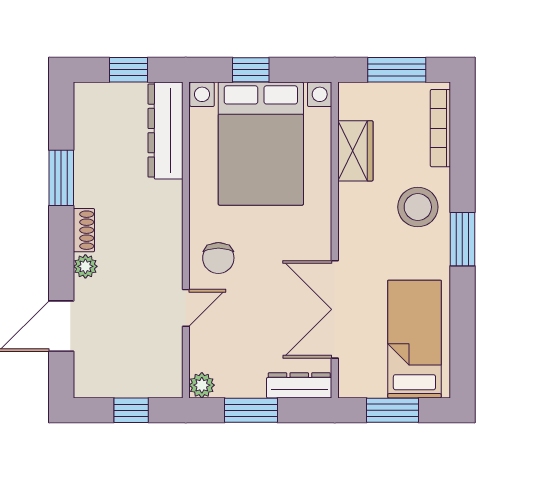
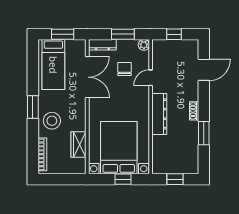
window: (397, 70) -> (61, 179), removed
dresser: (165, 131) -> (159, 114), moved
chair: (218, 258) -> (125, 69), moved
plant: (85, 266) -> (193, 95), removed

